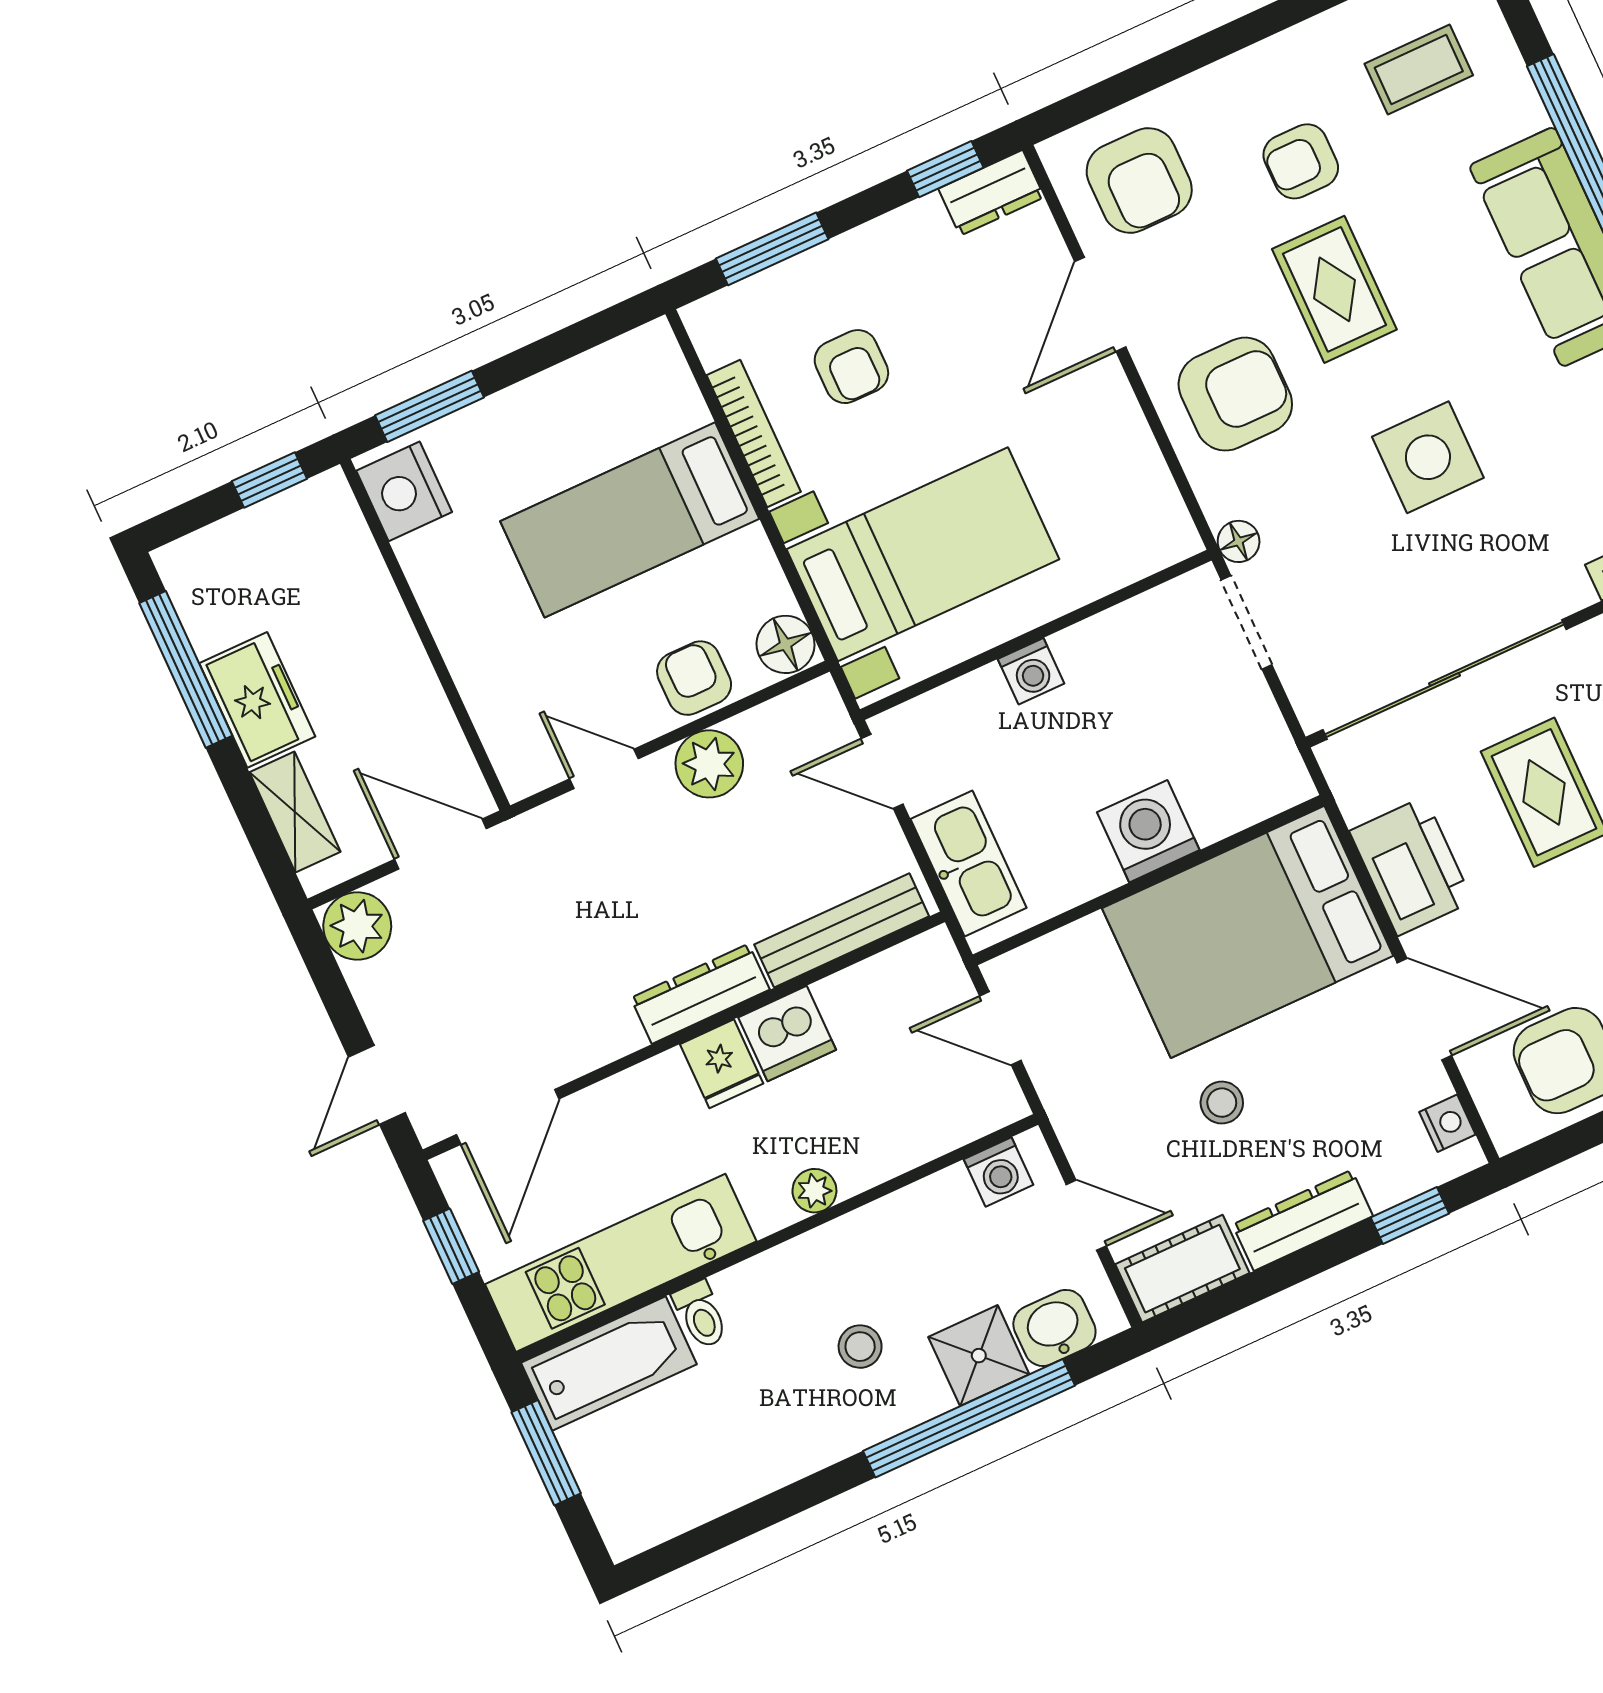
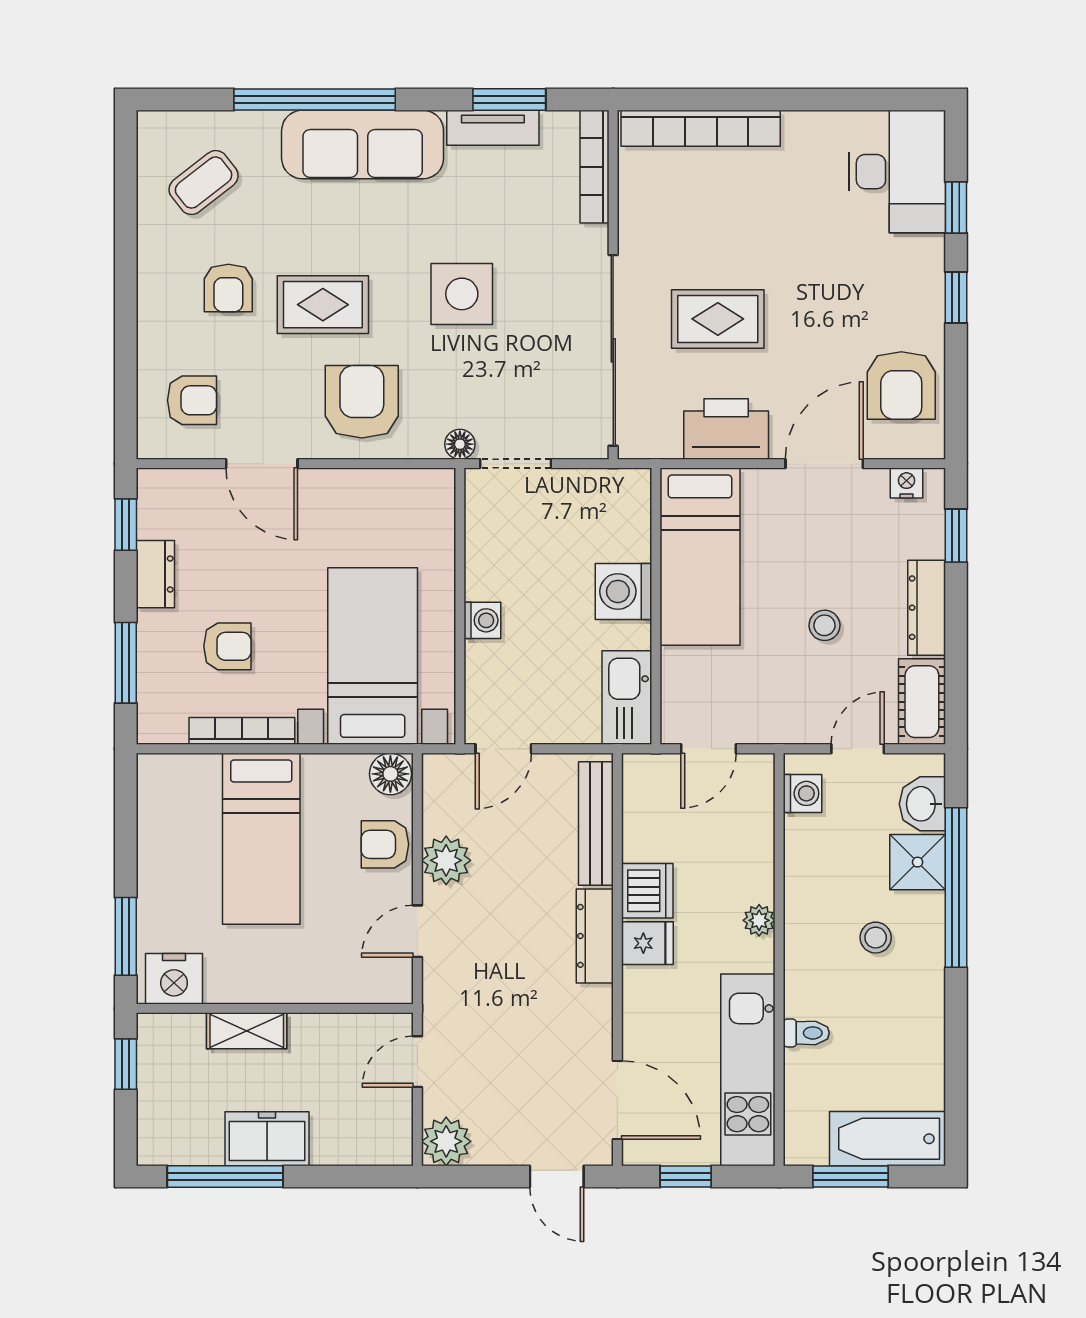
coffee table: (1419, 70) -> (204, 183), turned 52
armchair: (1139, 180) -> (192, 400), width x0.72, depth x0.72
dresser: (991, 193) -> (155, 574), moved
shelving: (295, 812) -> (247, 1031), moved
door: (440, 844) -> (417, 1062), width x0.73
kitchen sink: (968, 863) -> (627, 698), moved, turned -90
bed: (1248, 932) -> (700, 557), width x0.67
bathtub: (609, 1364) -> (887, 1139), moved, turned -90

